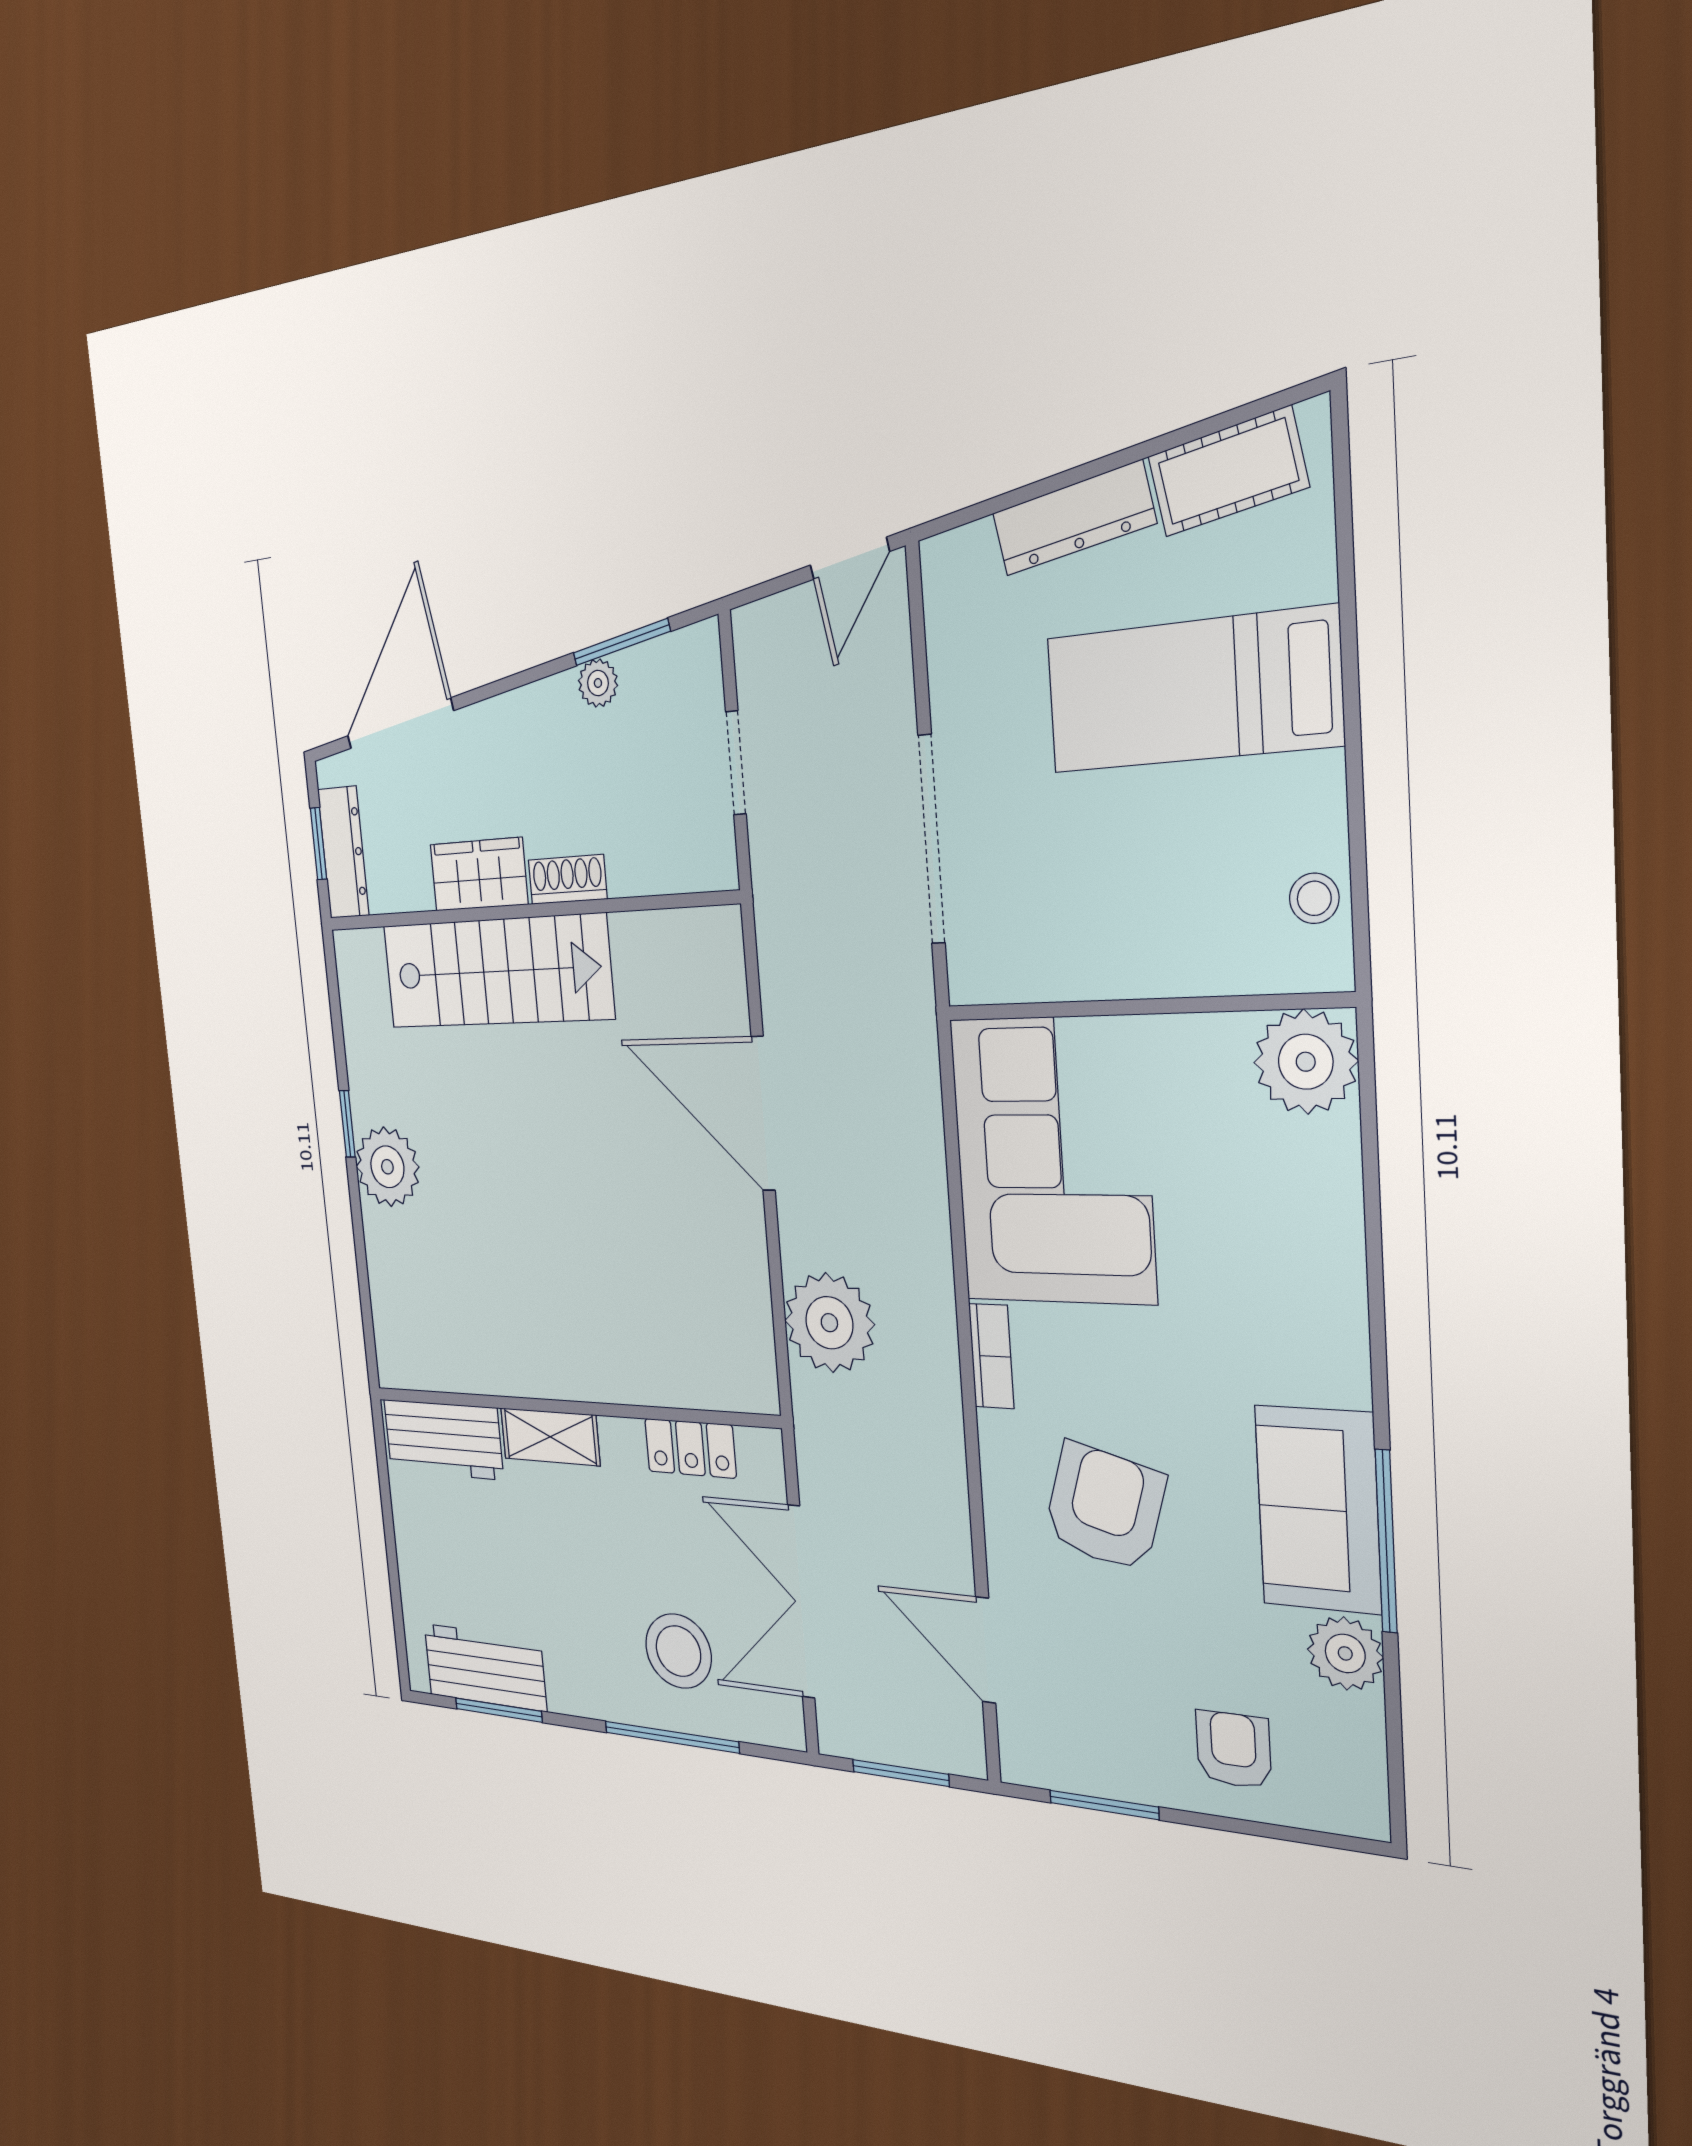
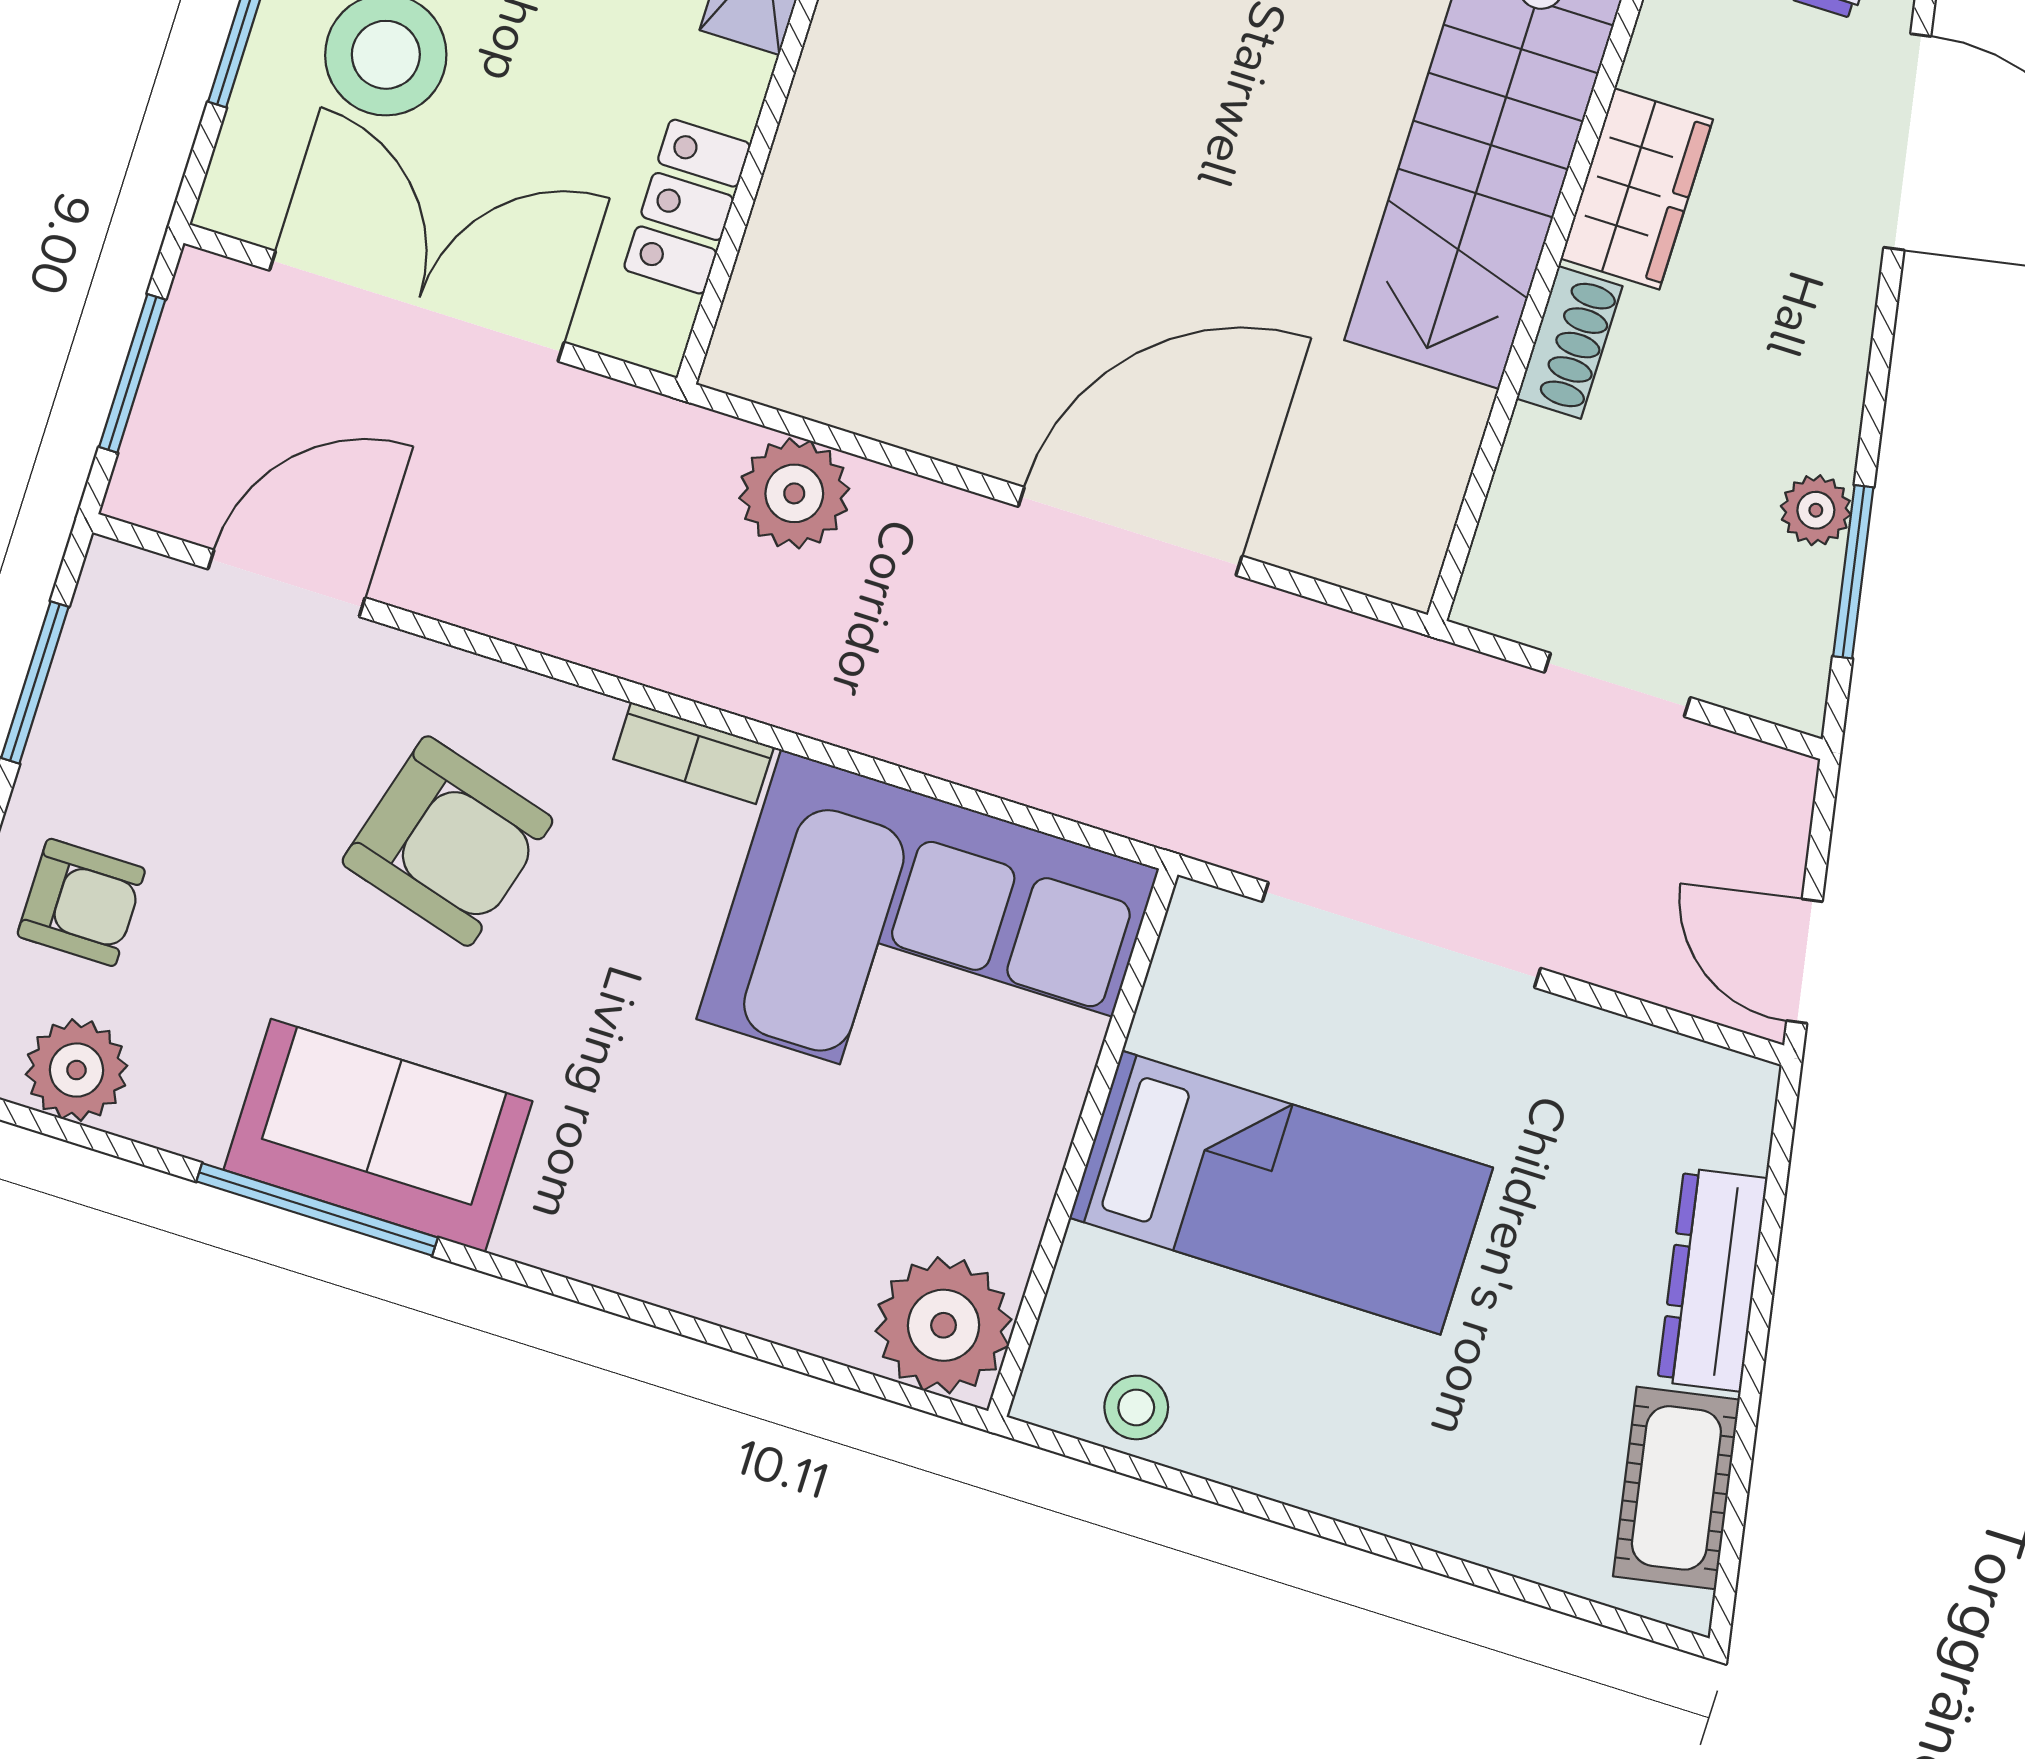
bed: (1192, 691) -> (1281, 1193), moved, turned 90
plant: (829, 1323) -> (794, 493), width x0.73, depth x0.73
plant: (1345, 1653) -> (76, 1070), moved

